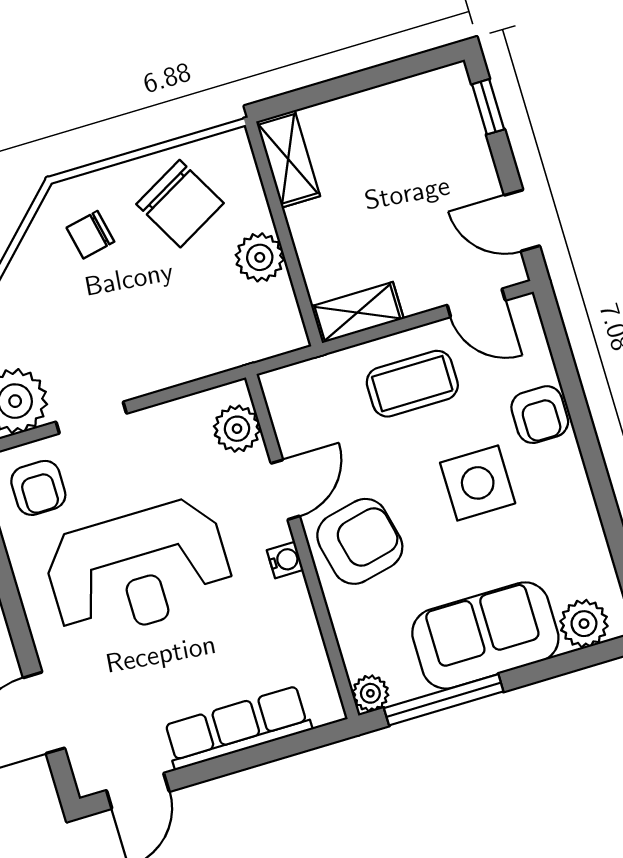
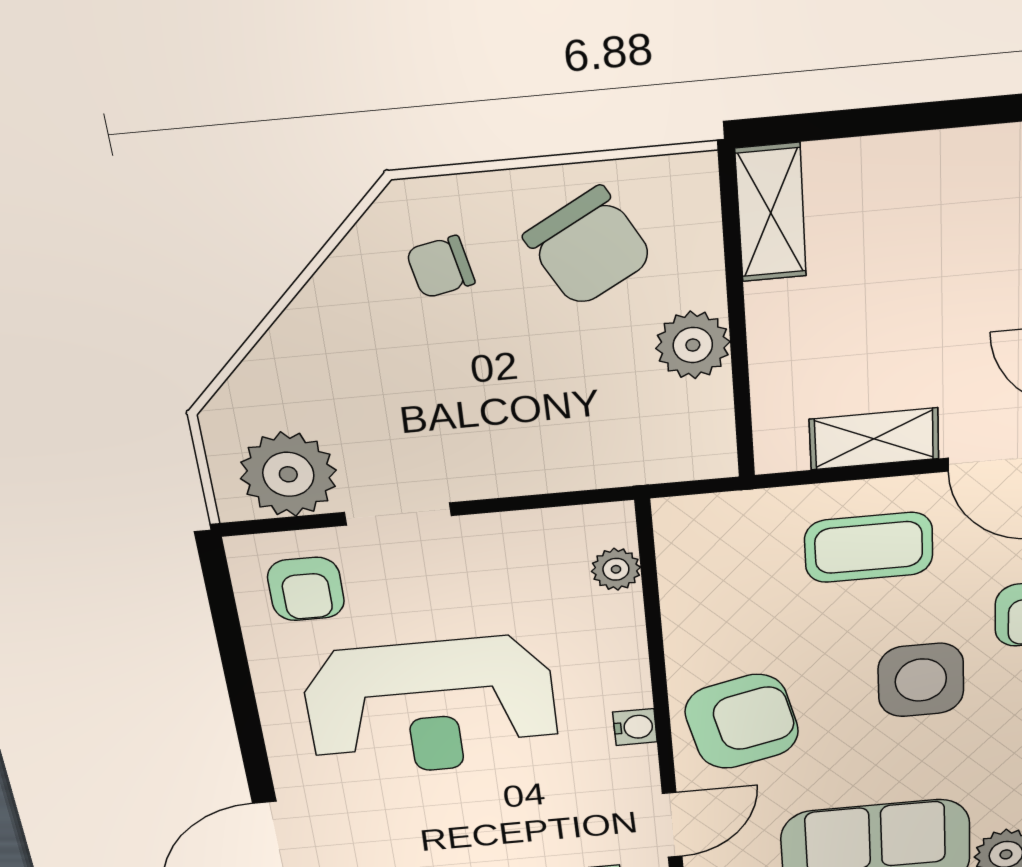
shelving: (357, 313) -> (874, 439), moved
plant: (237, 429) -> (616, 569), width x0.73, depth x0.73
door: (285, 490) -> (672, 825), moved

